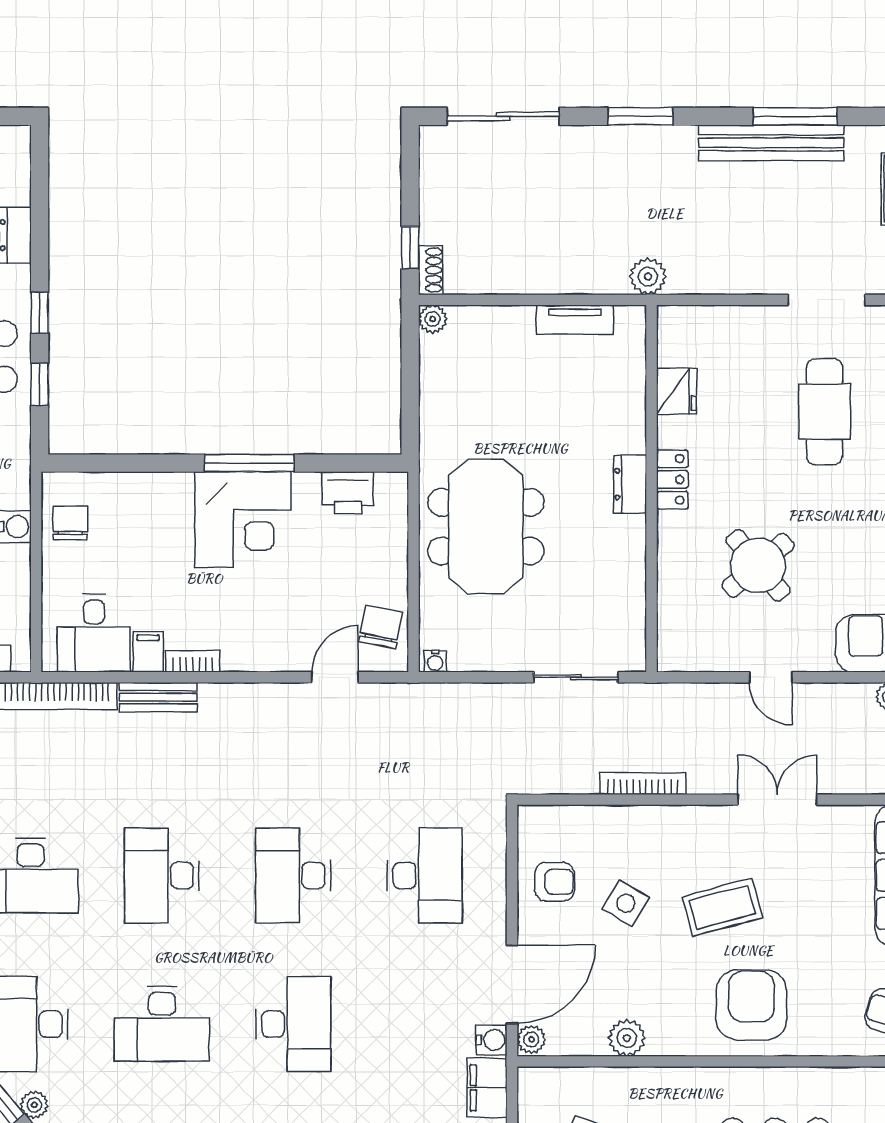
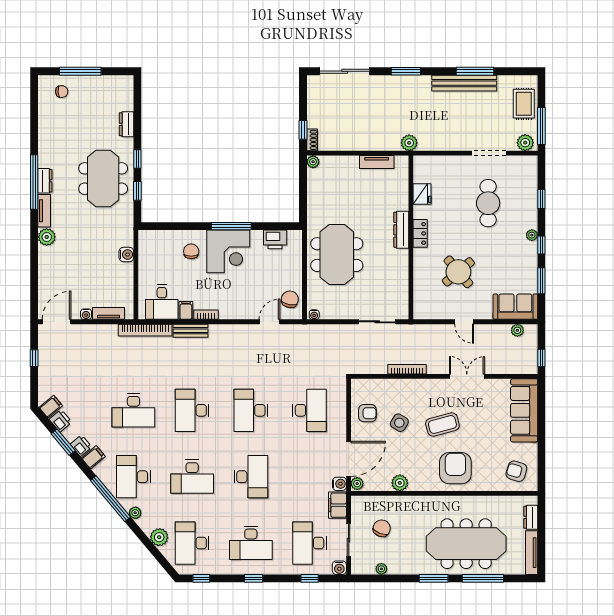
dresser: (630, 484) -> (401, 230), width x1.44
chair: (70, 523) -> (191, 251), moved

